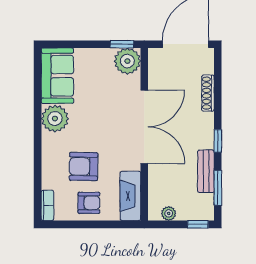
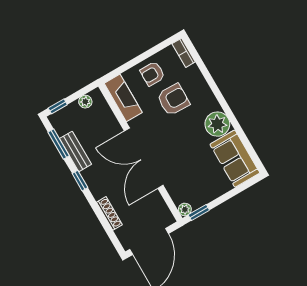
plant: (127, 61) -> (185, 209), width x0.53, depth x0.53

